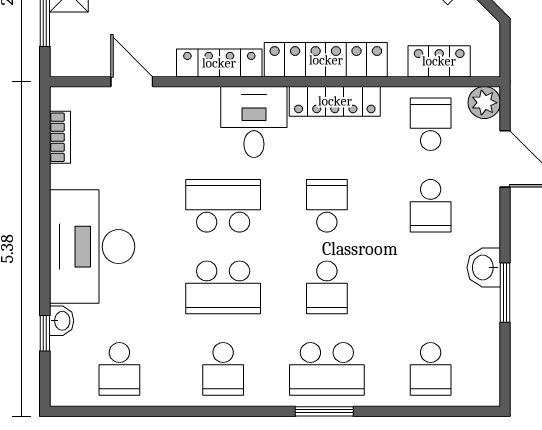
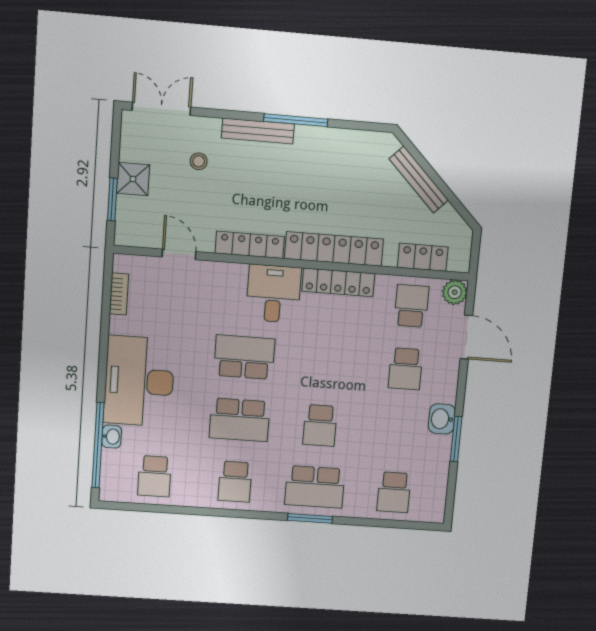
school desk: (327, 206) -> (325, 363), removed
window: (45, 333) -> (98, 445), width x3.17

